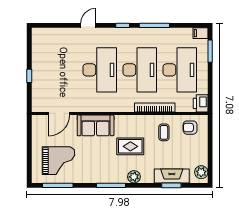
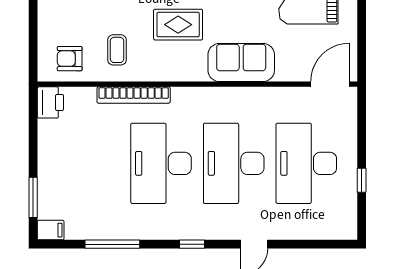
window: (154, 25) -> (112, 244), moved
desk: (180, 70) -> (306, 163), moved
window: (29, 76) -> (362, 180), moved
door: (59, 113) -> (330, 84), moved
armchair: (190, 128) -> (70, 59), turned 180

